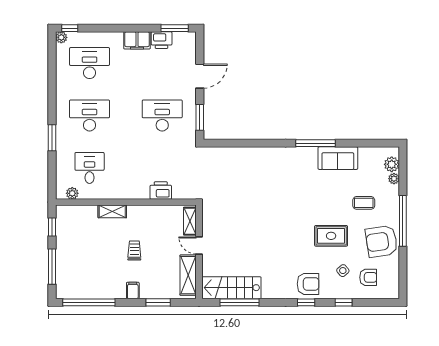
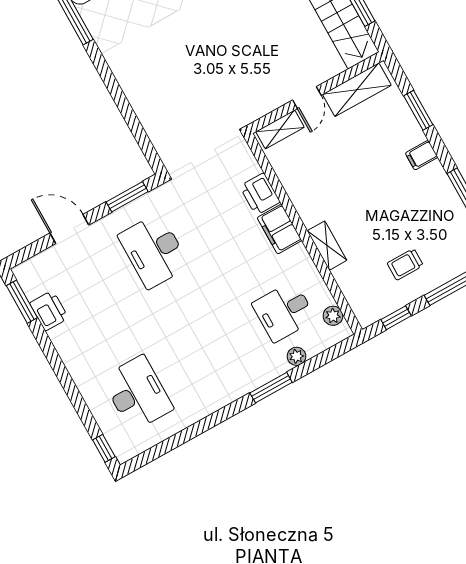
plant: (61, 37) -> (296, 356), moved
filing cabinet: (137, 40) -> (279, 229), moved, turned 180
desk: (90, 63) -> (137, 393), turned 180
desk: (90, 115) -> (211, 352), removed
trolley: (134, 250) -> (405, 264), moved

